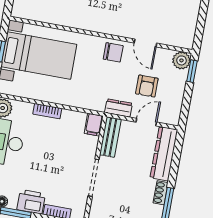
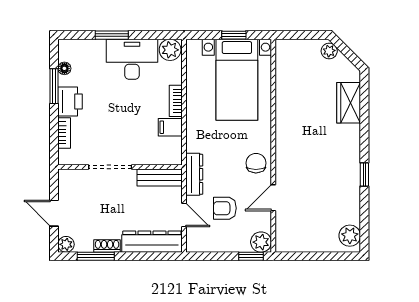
chair: (113, 52) -> (256, 163), turned 180
dresser: (119, 108) -> (194, 174), width x1.44
filing cabinet: (94, 125) -> (170, 127), moved

